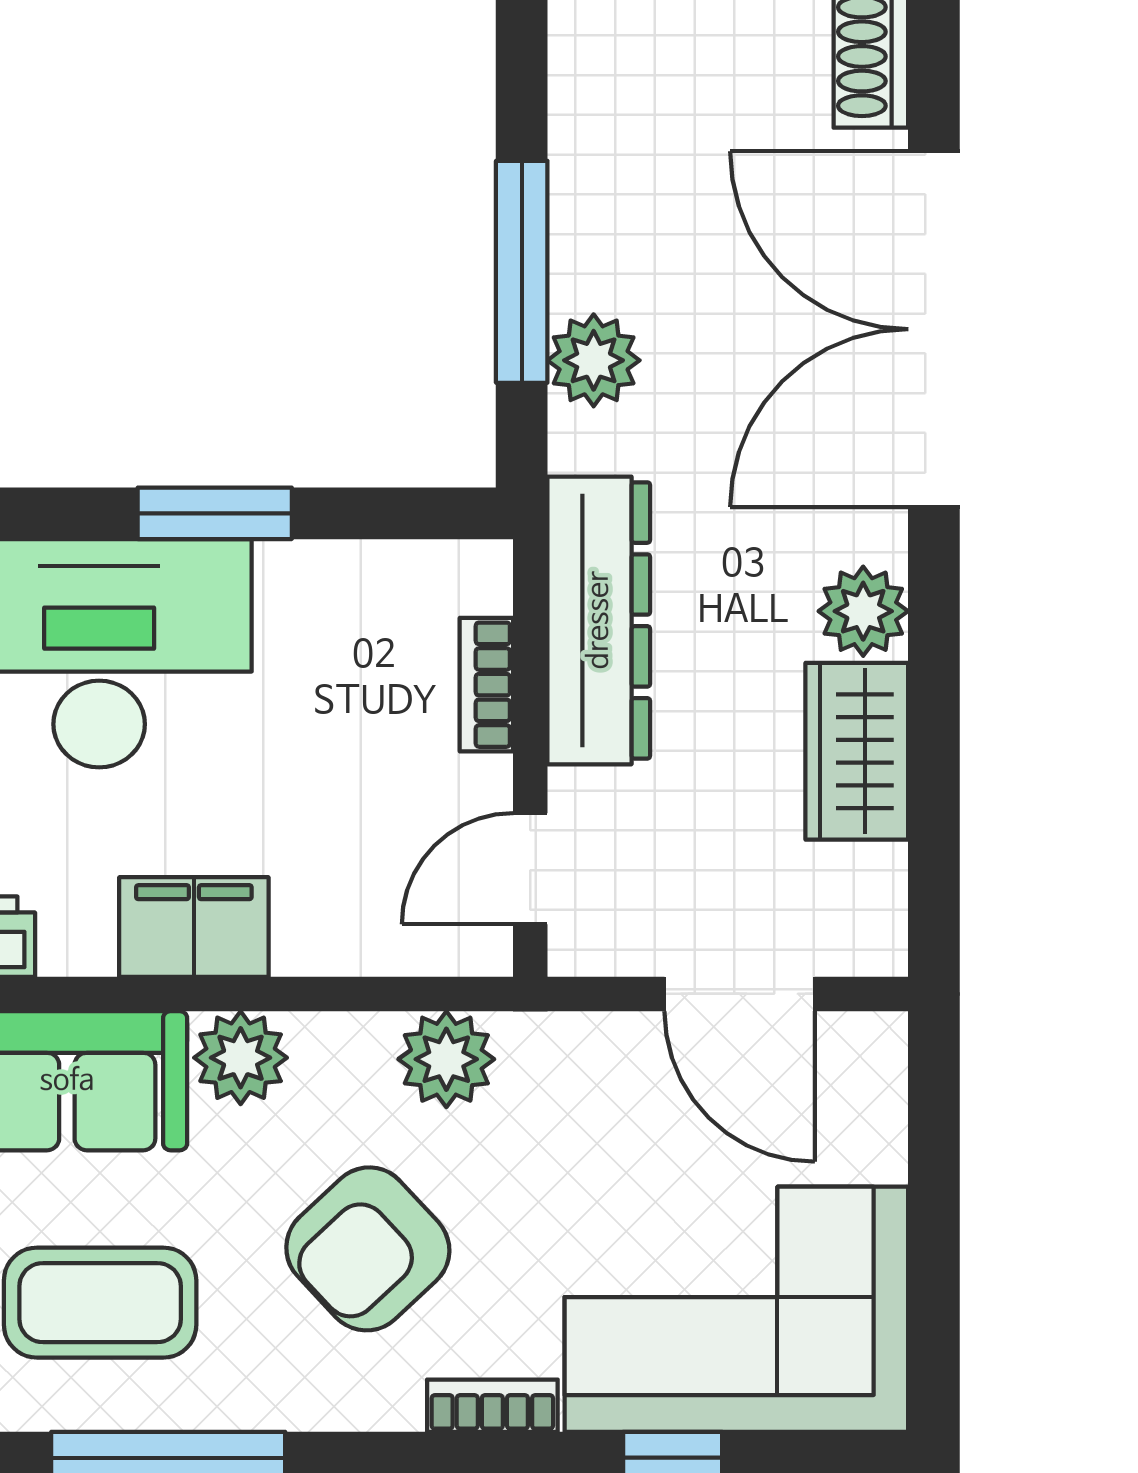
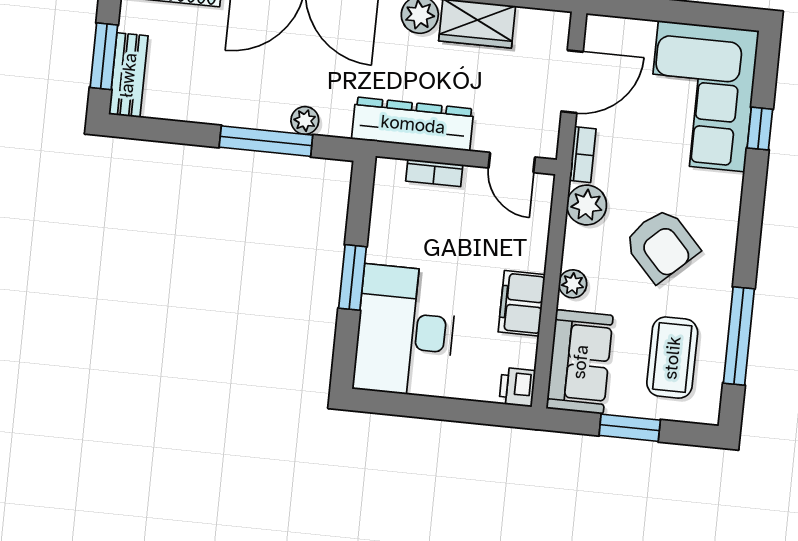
plant: (594, 360) -> (305, 120), width x0.73, depth x0.73
plant: (241, 1058) -> (573, 284), width x0.73, depth x0.73
bookcase: (492, 1406) -> (583, 155), moved, turned 180

